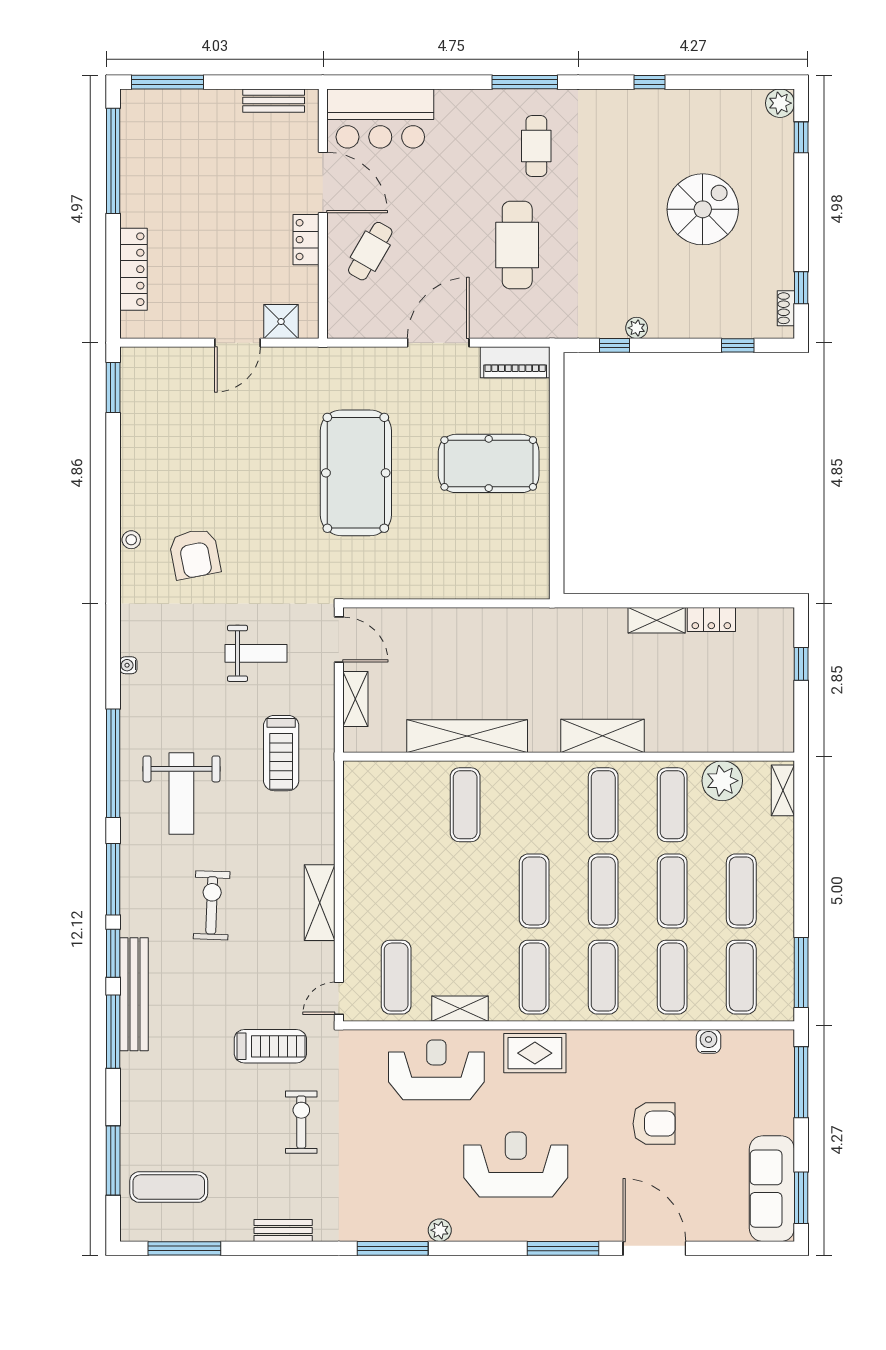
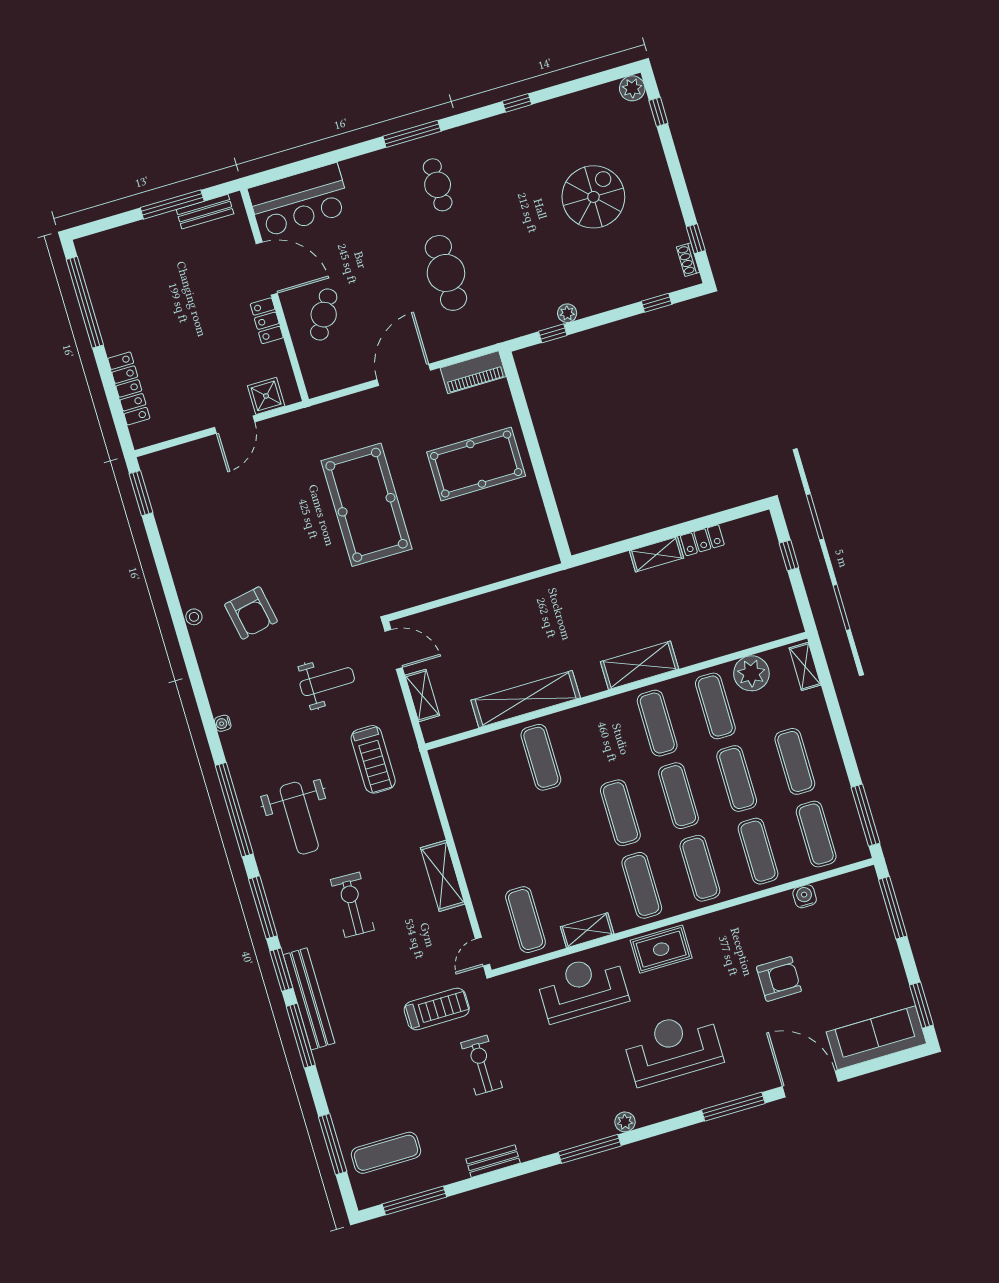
window: (168, 82) -> (172, 204), moved
sofa: (772, 1189) -> (876, 1038), moved, turned 90

